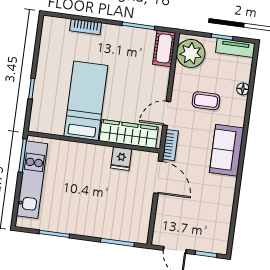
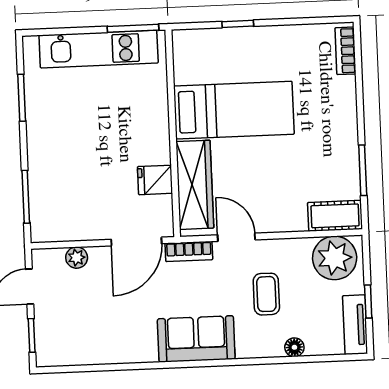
bookcase: (86, 27) -> (345, 51), moved
plant: (162, 217) -> (77, 258), added

